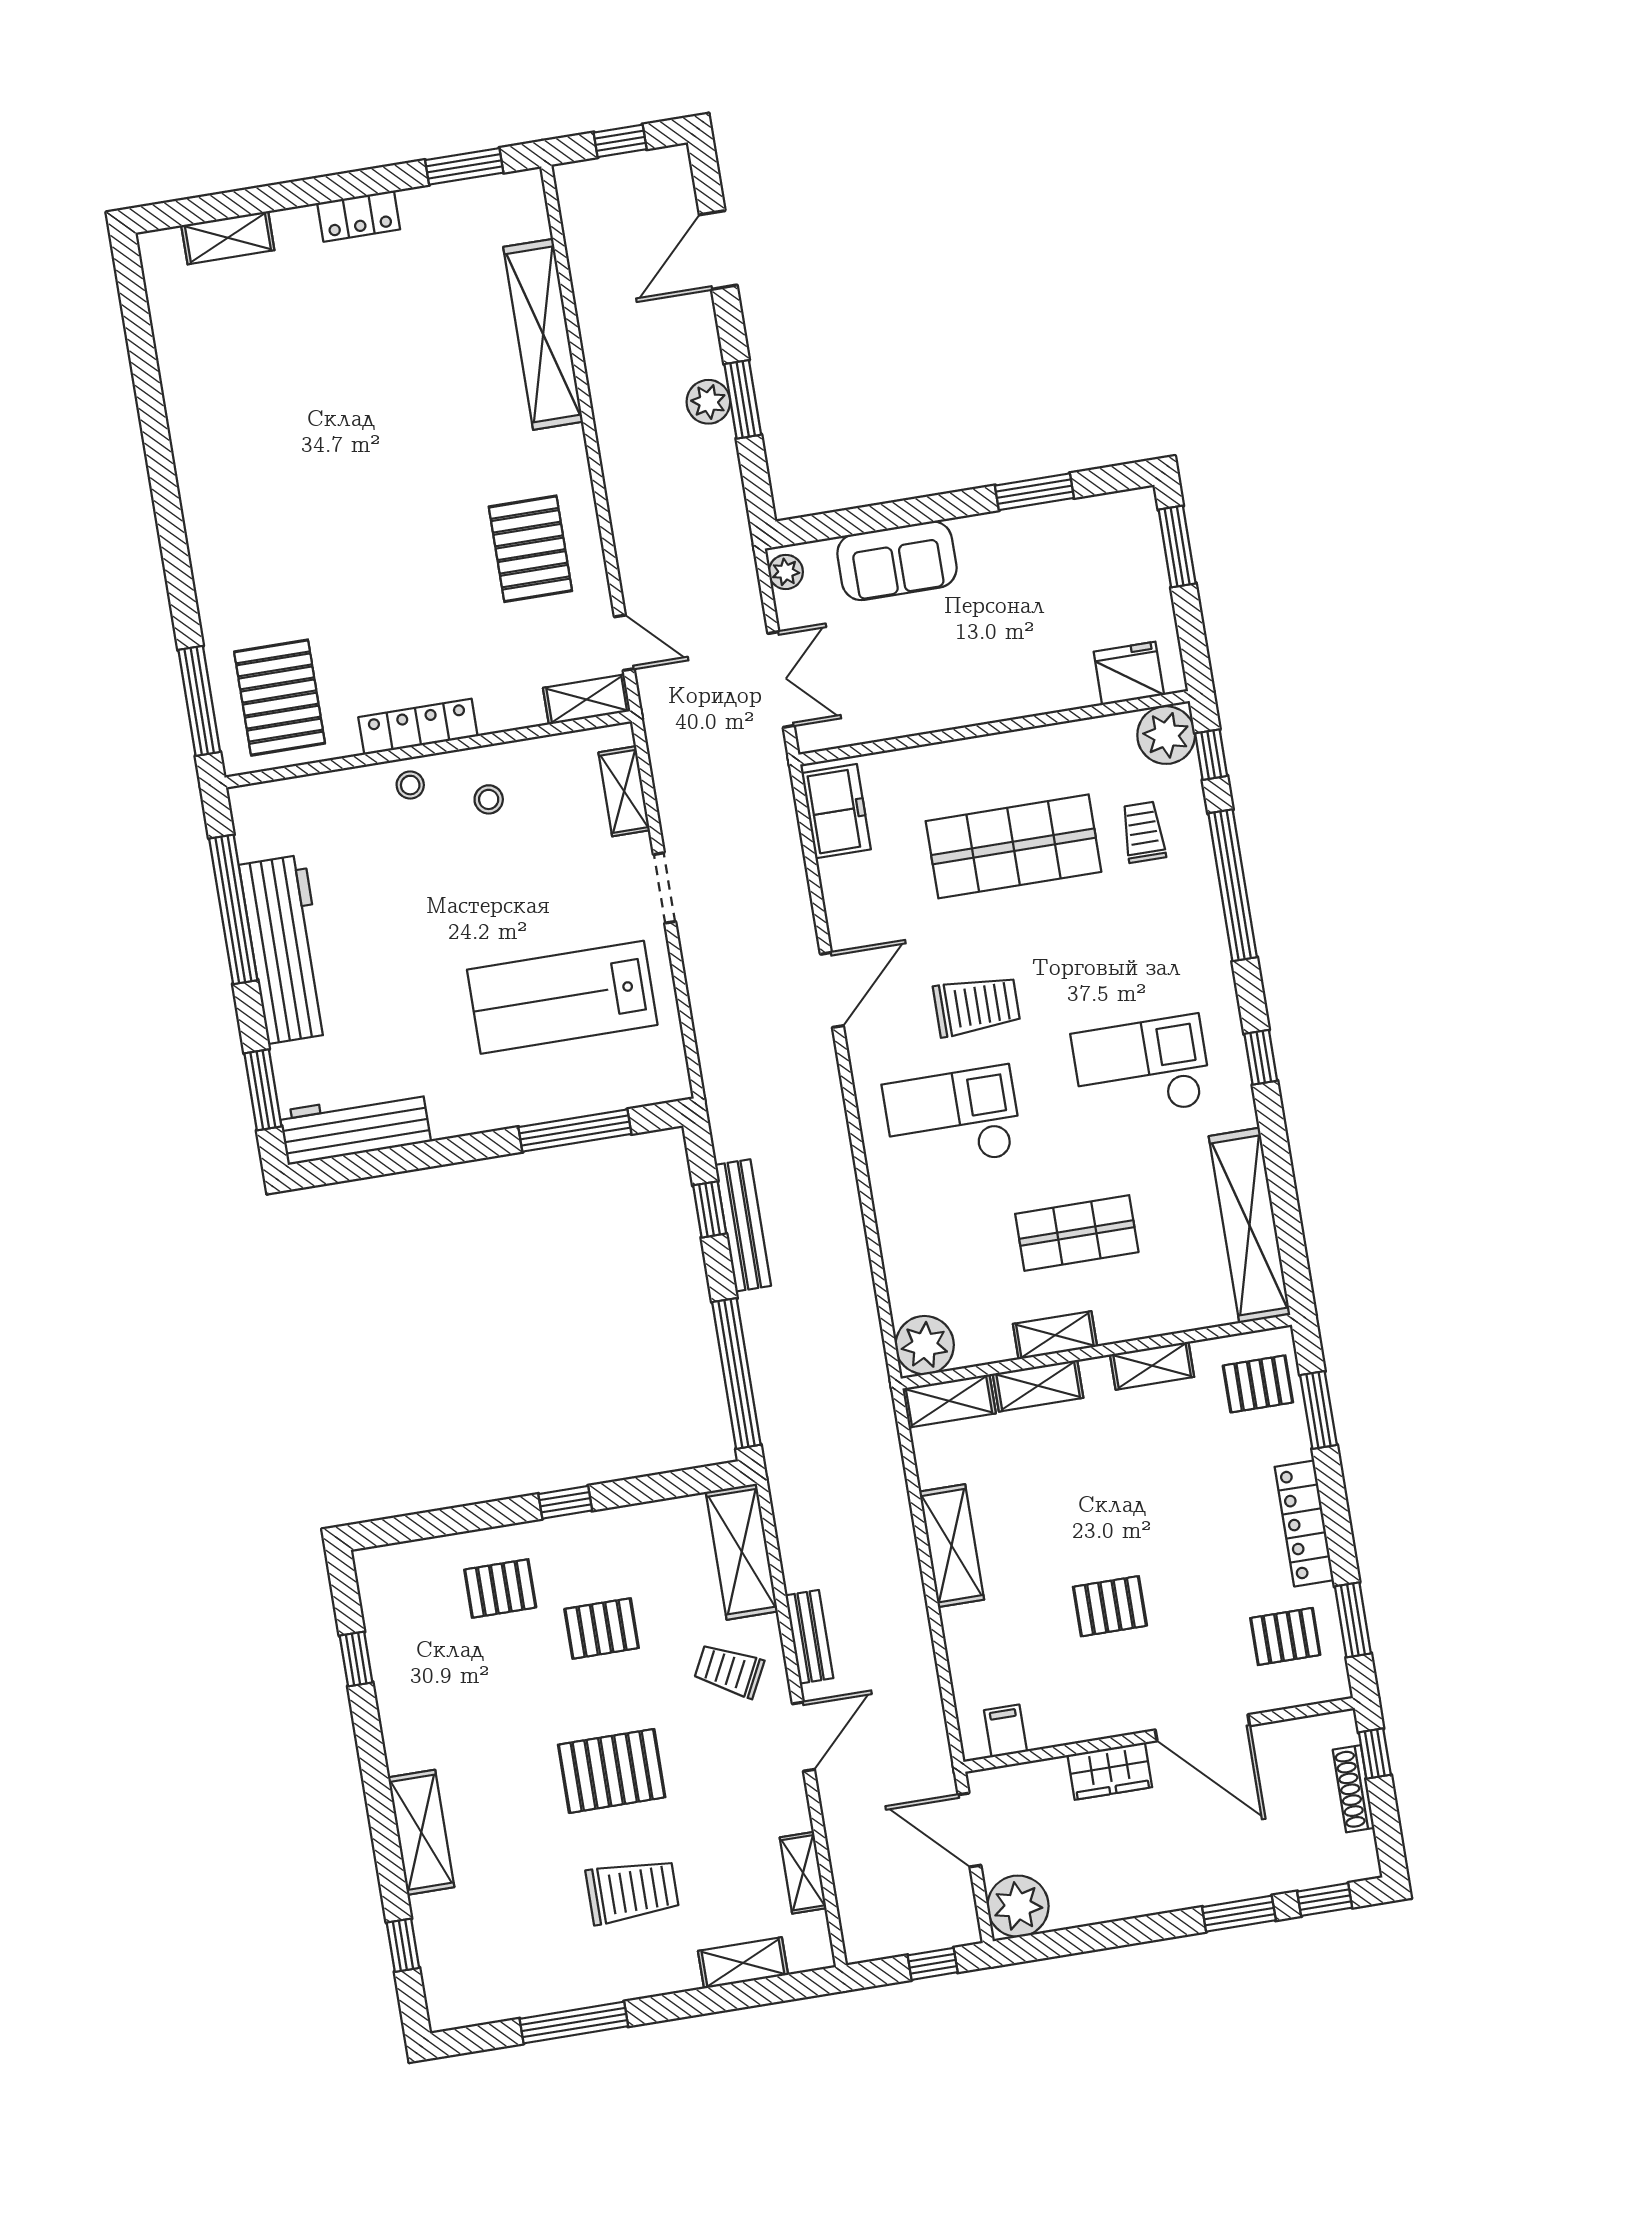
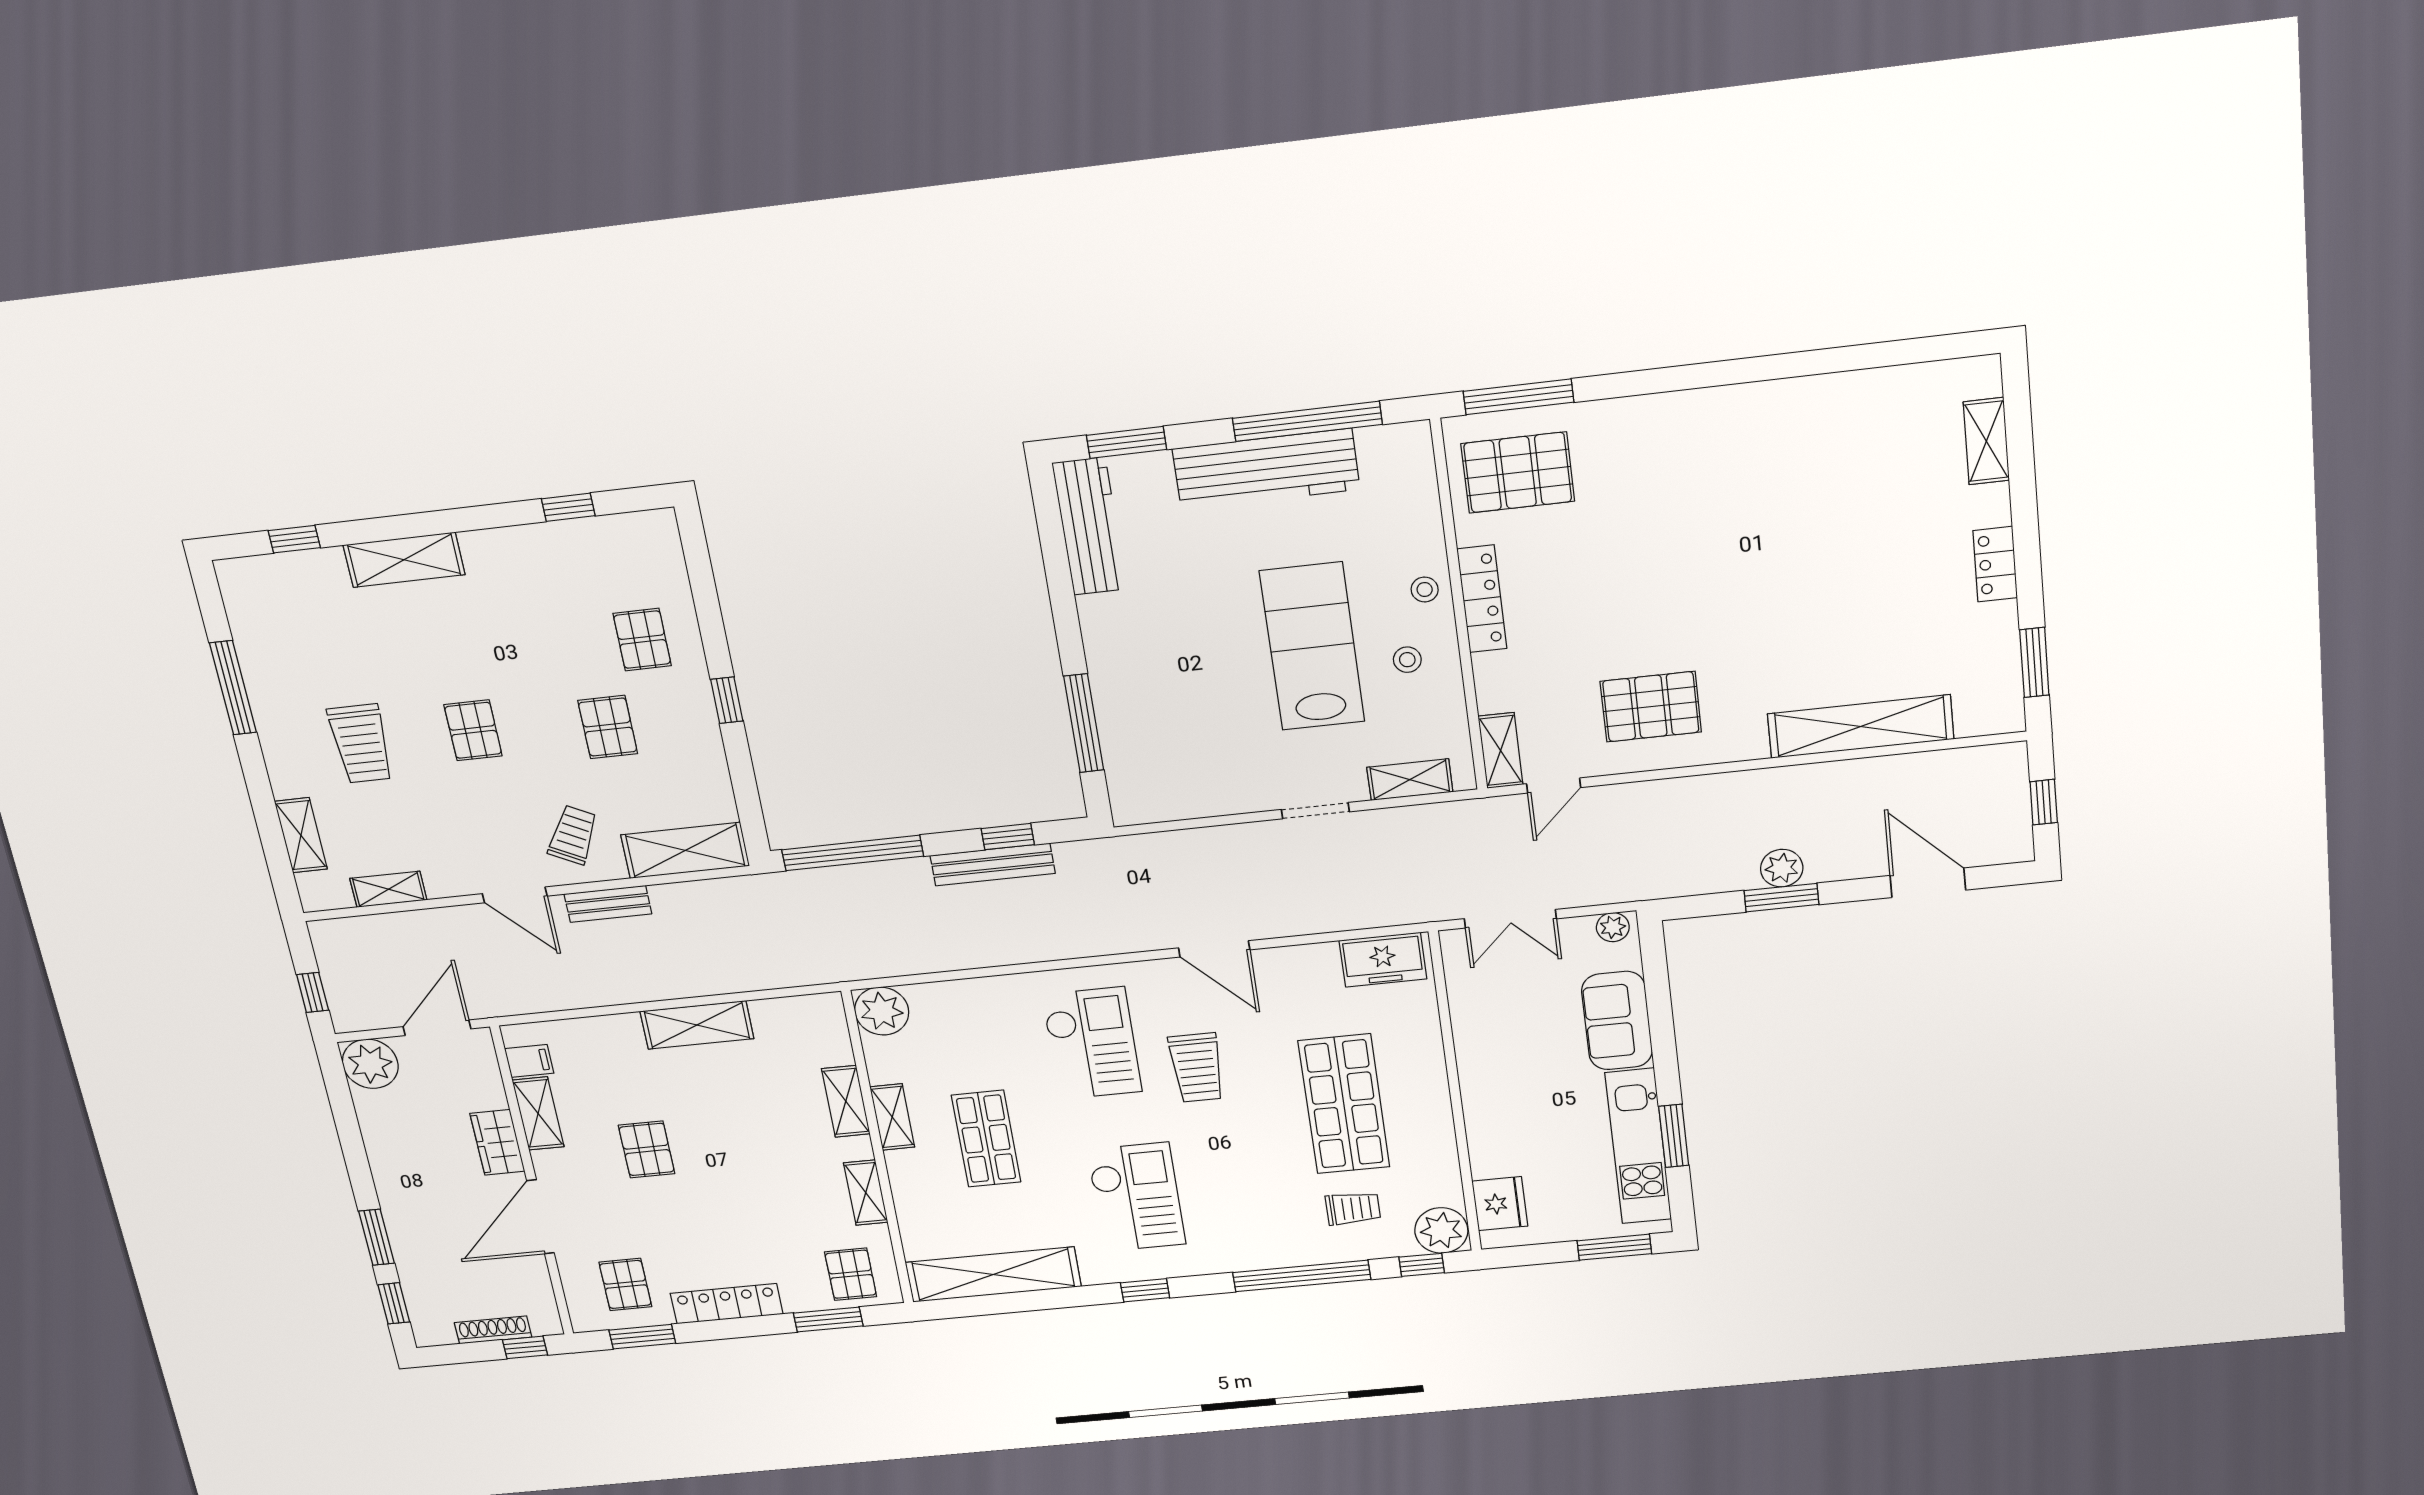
kitchen unit: (1049, 529) -> (1638, 1146), added
lab bench: (562, 997) -> (1312, 646), moved
shelving: (949, 1401) -> (538, 1113), moved
pallet: (612, 1771) -> (473, 730), width x0.67, depth x0.71

